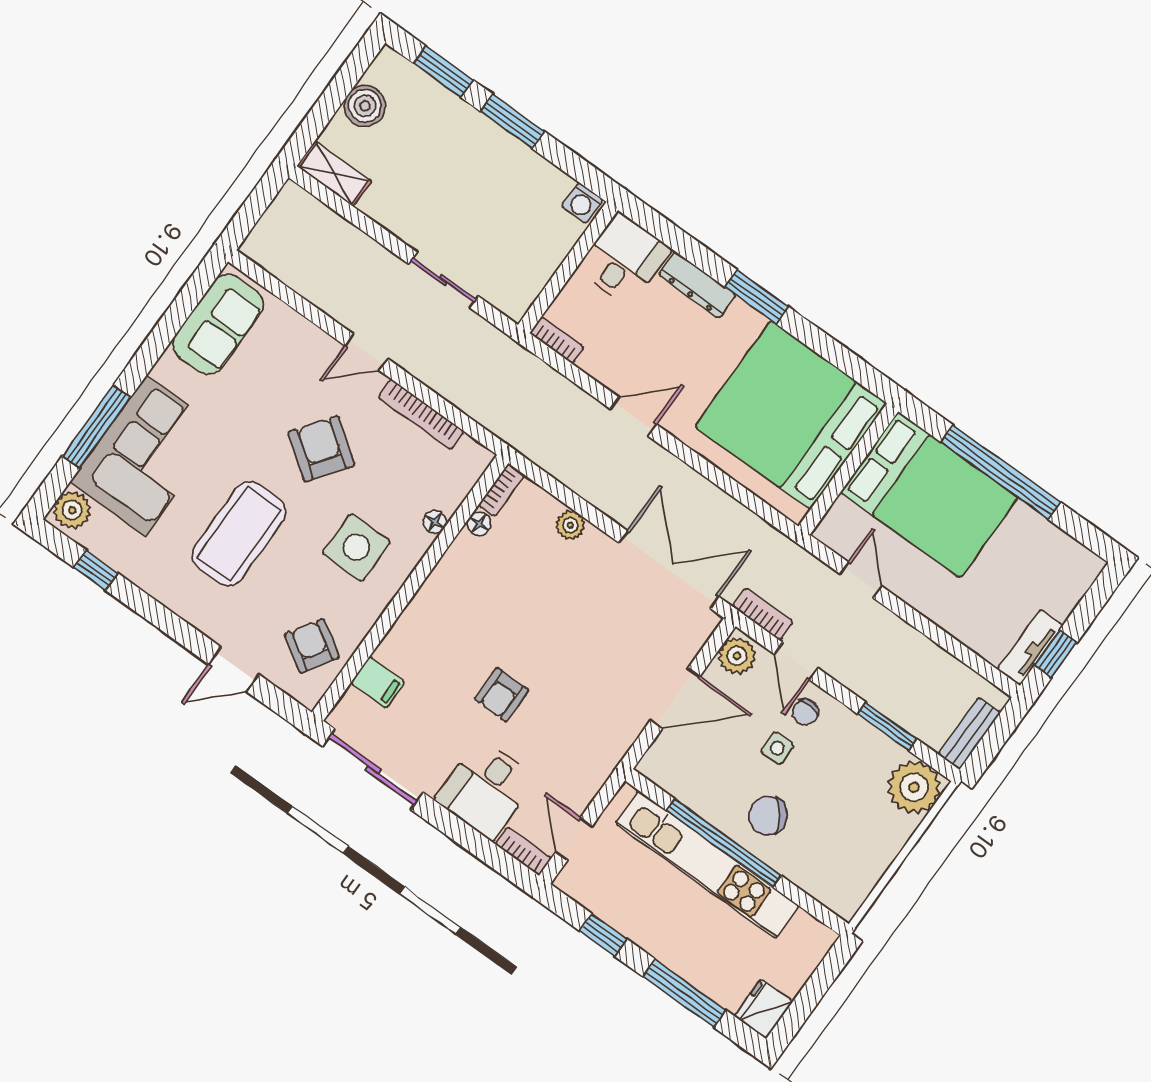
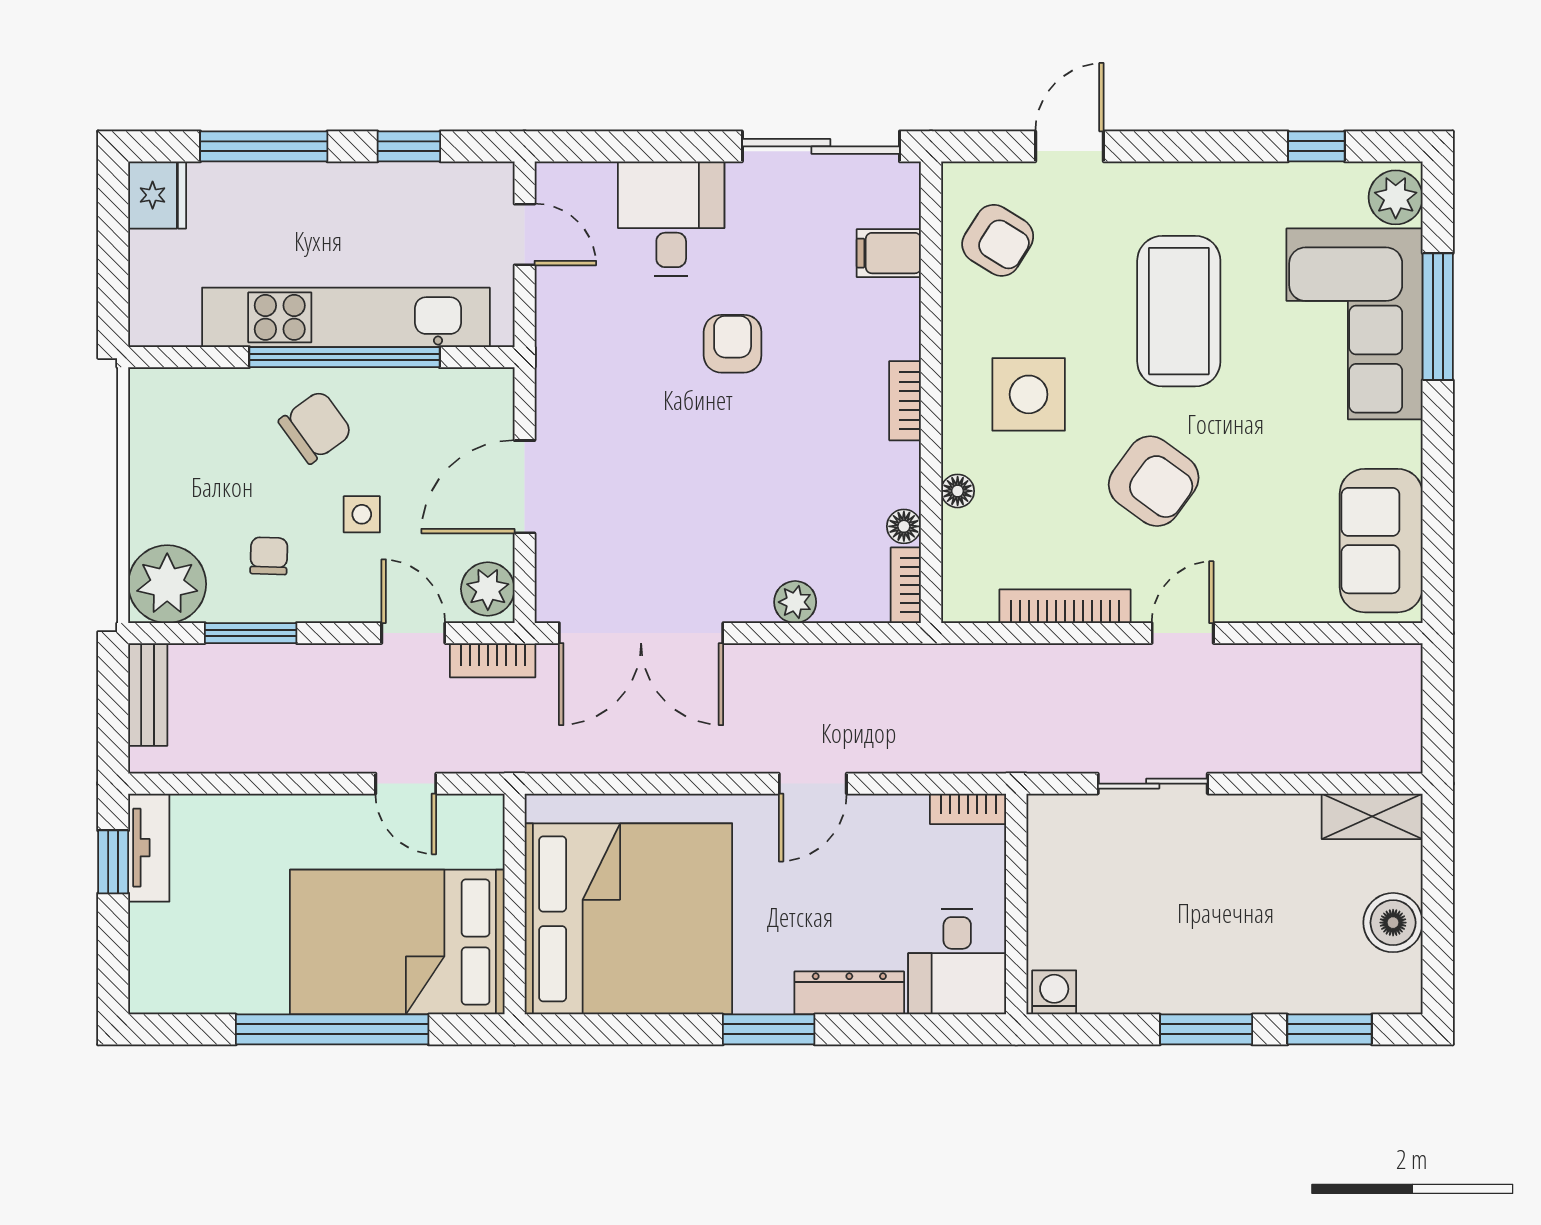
chair: (805, 712) -> (269, 556), moved
bookcase: (523, 851) -> (905, 401), moved, turned 90

